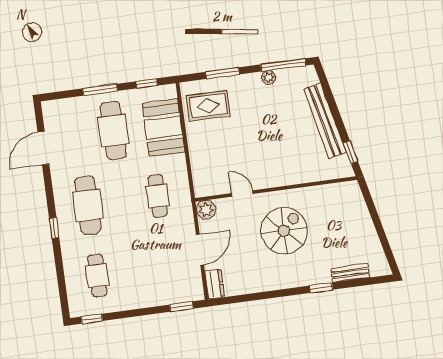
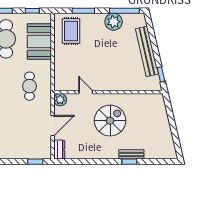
plant: (269, 77) -> (114, 22), width x1.88, depth x1.88
rug: (208, 106) -> (71, 31), turned 90
bench: (350, 273) -> (131, 154), moved

